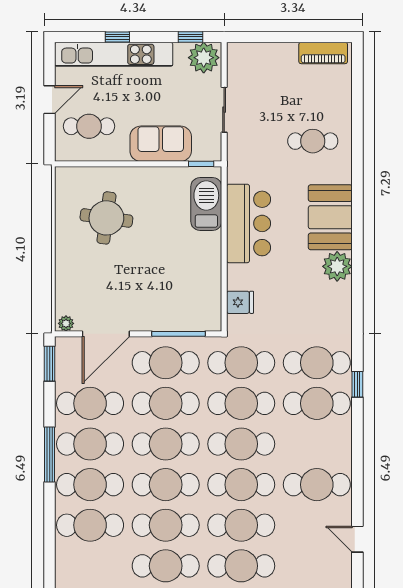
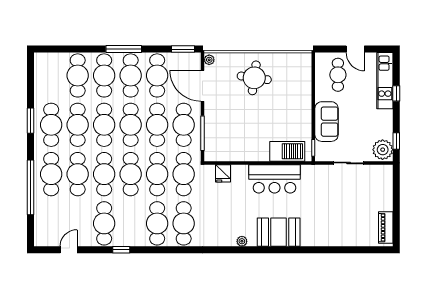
kitchen unit: (114, 54) -> (385, 81), width x0.73
cafe table: (313, 141) -> (328, 221), removed
round table: (106, 218) -> (254, 78), moved
plant: (337, 266) -> (242, 241), width x0.53, depth x0.53
window: (357, 384) -> (121, 250), moved

